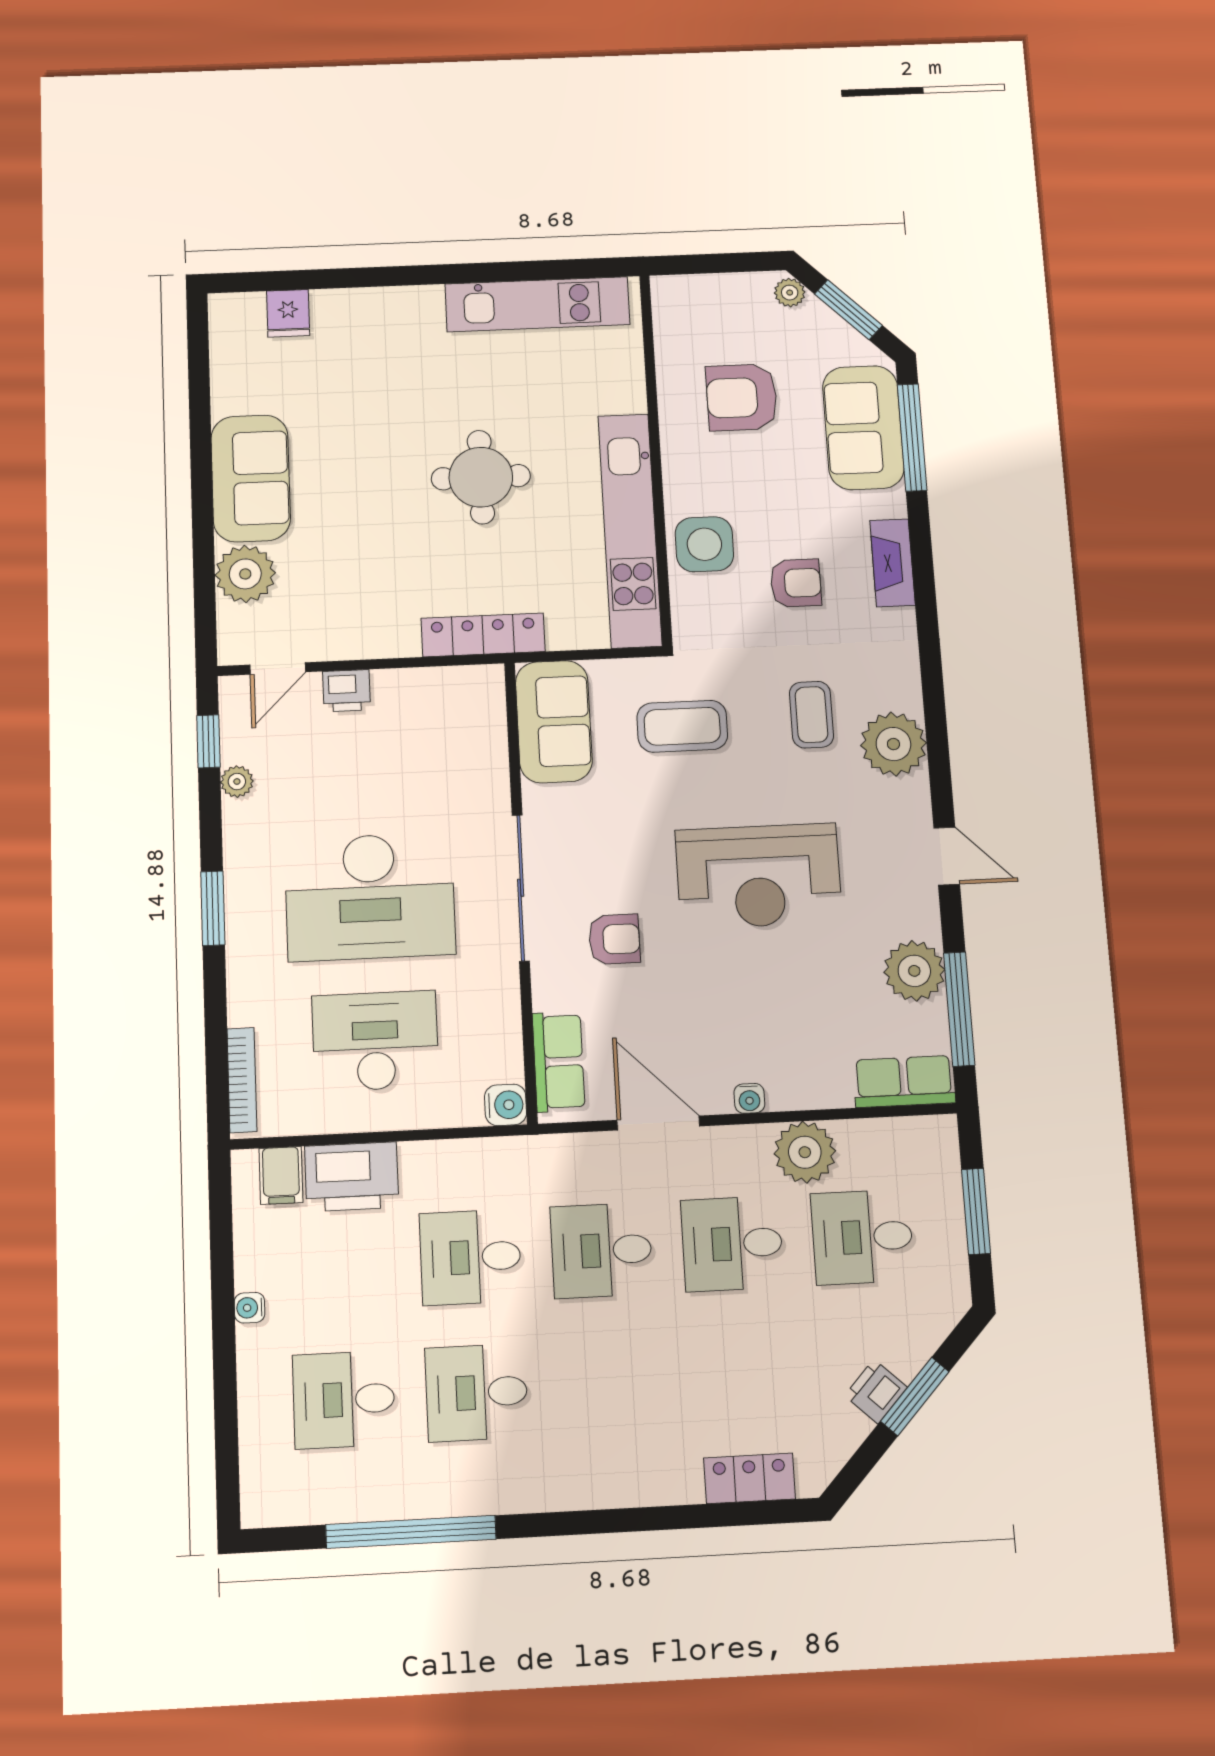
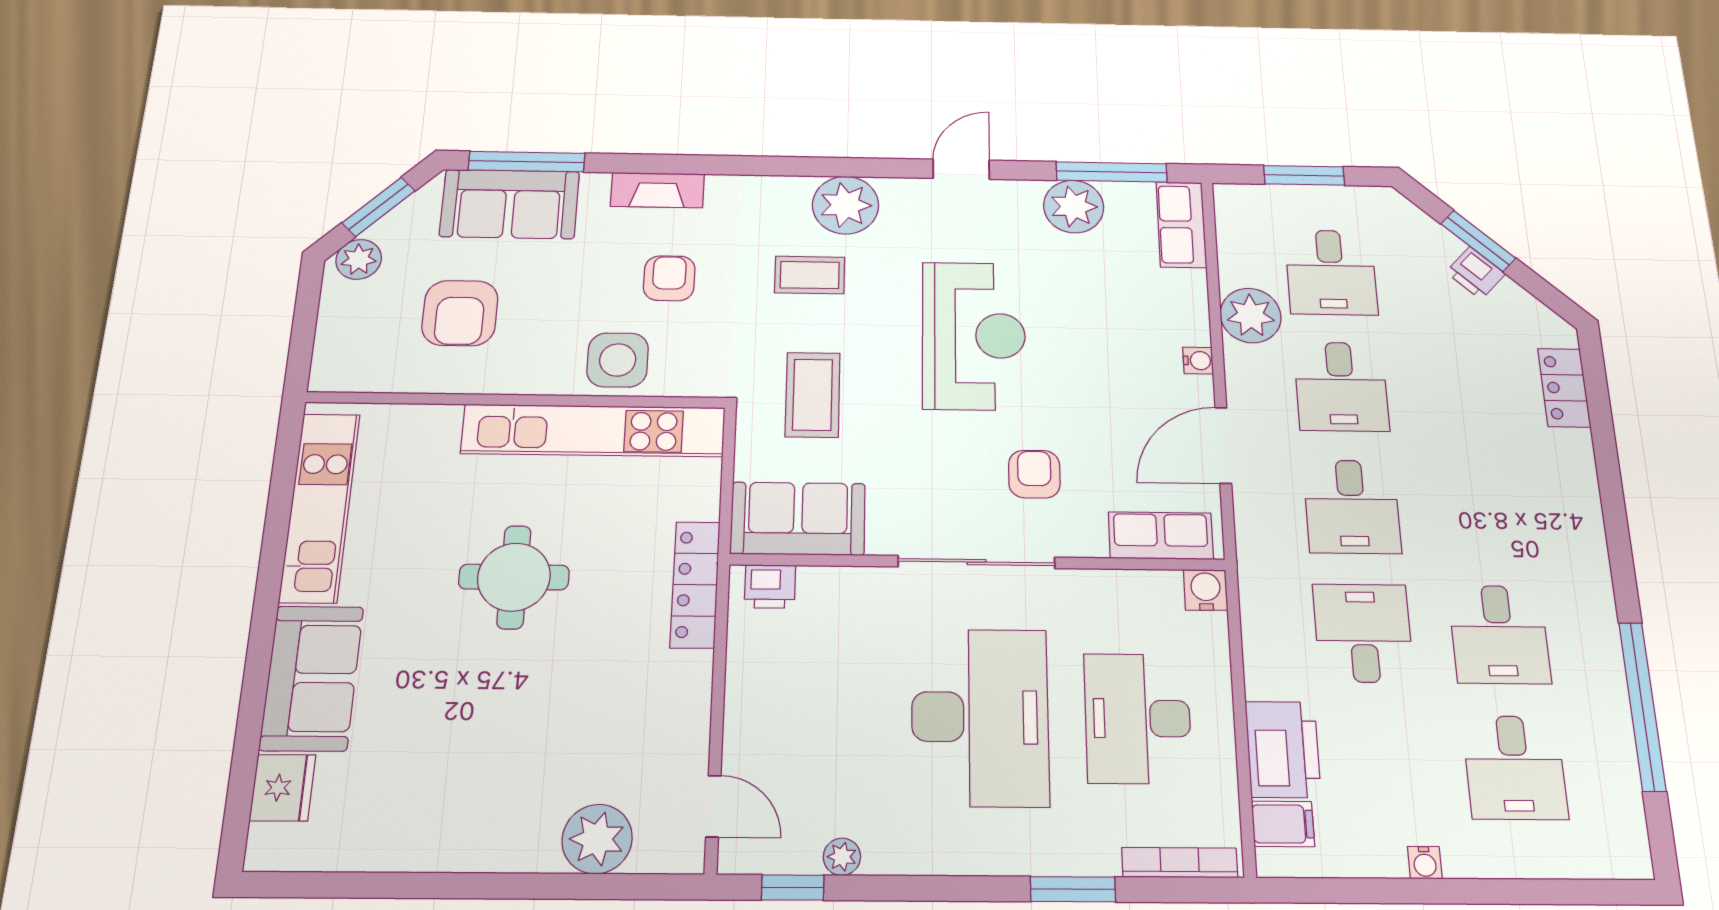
plant: (790, 293) -> (359, 259), width x1.38, depth x1.38
fridge: (288, 313) -> (283, 788), width x1.38
sofa: (251, 478) -> (312, 678), moved, turned 90
printer: (347, 691) -> (770, 586), moved, turned 90
window: (213, 908) -> (1073, 889), moved
desk: (471, 1257) -> (1363, 633), turned 180

